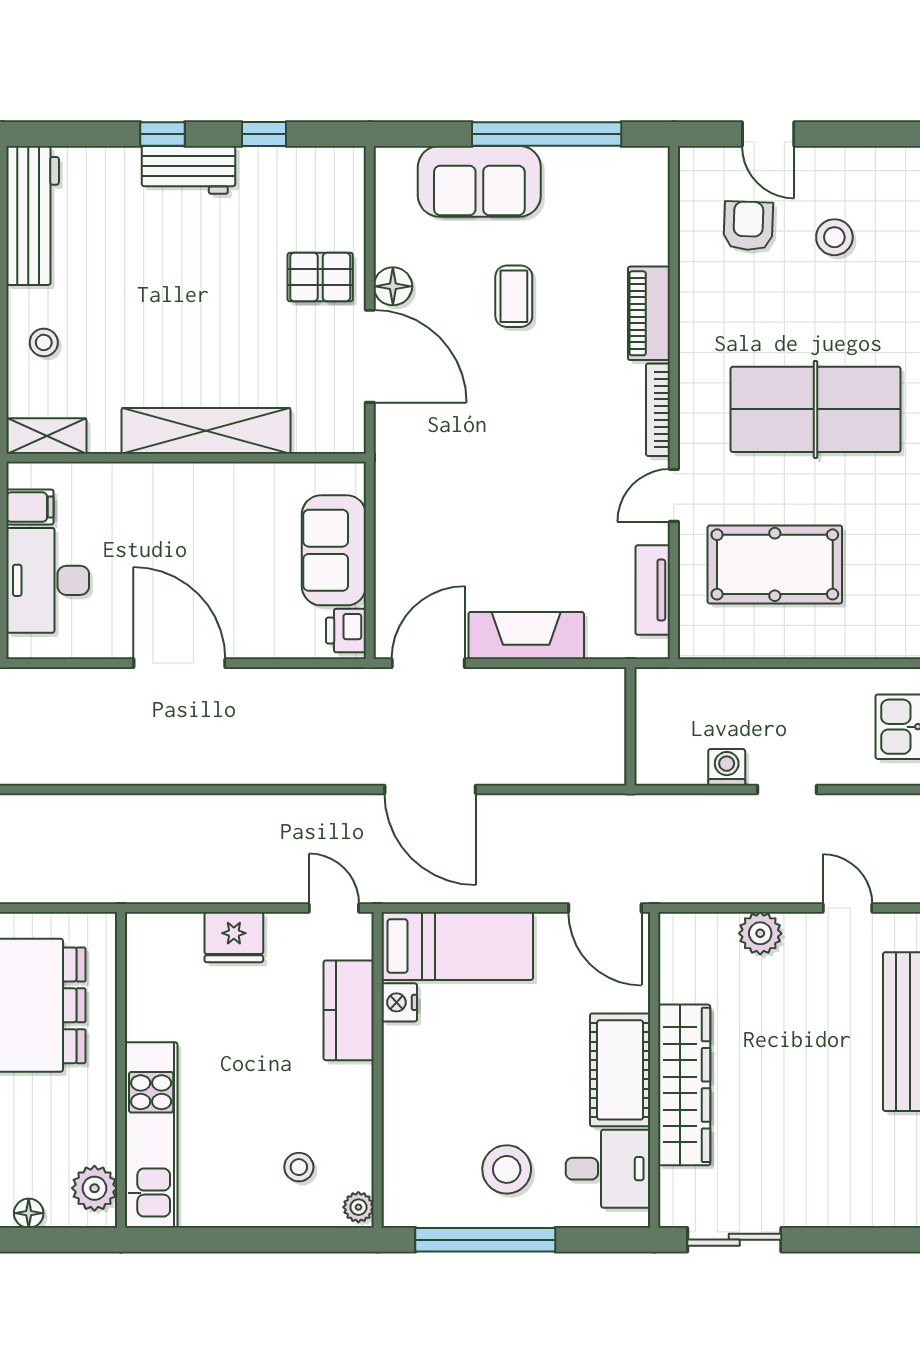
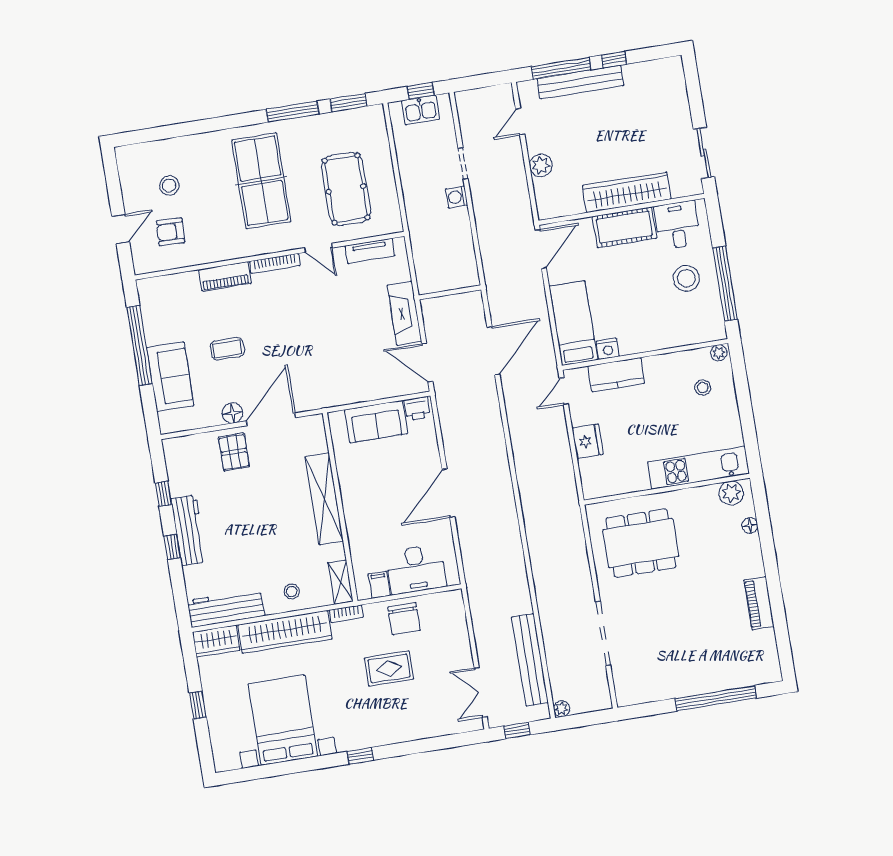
workbench: (188, 170) -> (189, 530), width x1.37
wall: (630, 726) -> (450, 292), moved

